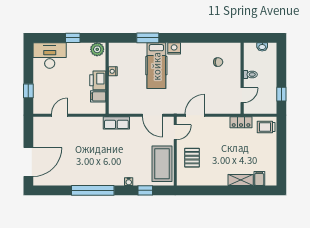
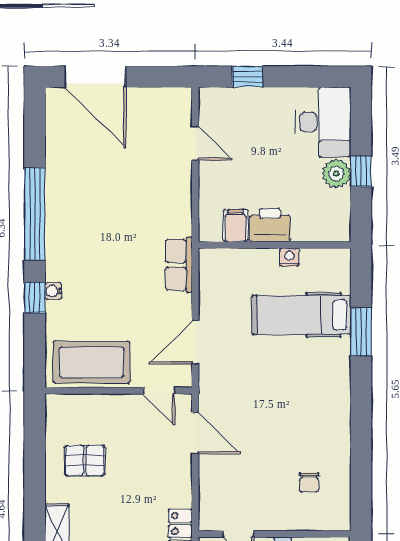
nightstand: (174, 48) -> (338, 388), removed
plant: (97, 49) -> (336, 174), moved
hospital bed: (156, 66) -> (301, 315), moved
pallet: (192, 158) -> (85, 460), moved
window: (145, 190) -> (35, 298), moved

